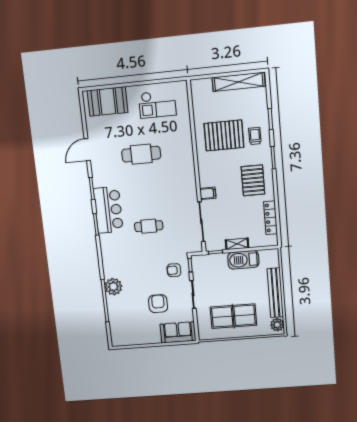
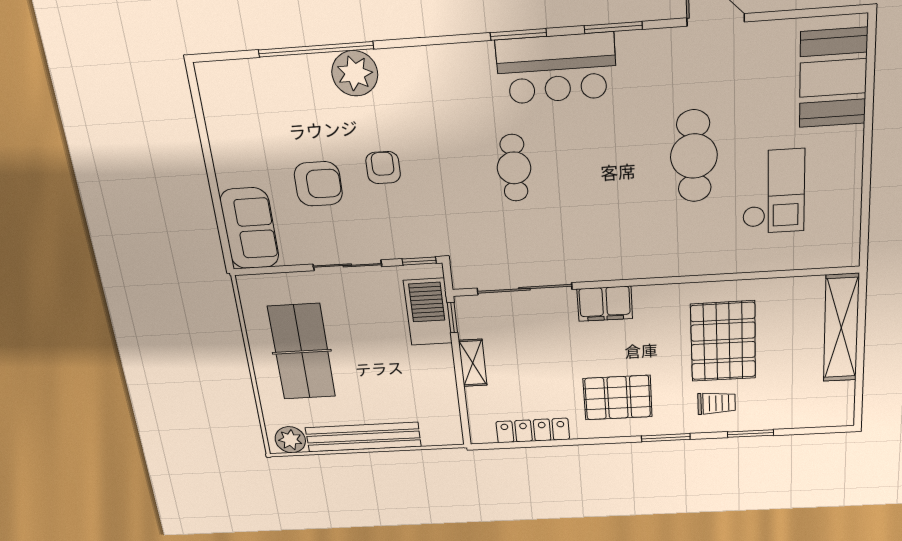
shelving: (239, 82) -> (841, 328), moved
checkout: (157, 104) -> (773, 192), moved, turned 180
filing cabinet: (208, 193) -> (605, 304), width x2.00
barbecue: (243, 260) -> (428, 312), moved
armchair: (174, 270) -> (383, 168), moved

